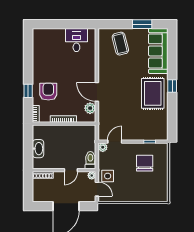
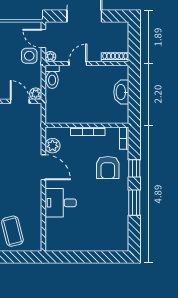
desk: (76, 40) -> (61, 203), moved, turned 90
window: (28, 65) -> (134, 203), added
door: (115, 142) -> (20, 101), swing flipped

